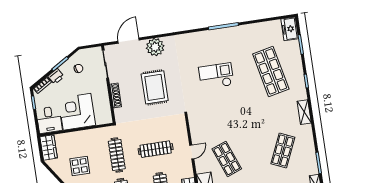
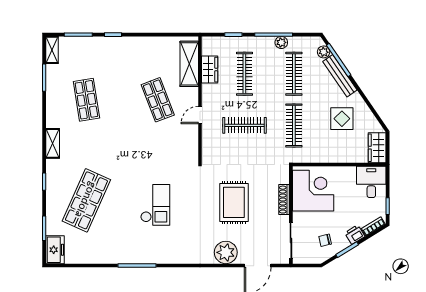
shop shelf: (271, 71) -> (86, 200), turned 36
checkout: (216, 76) -> (155, 205), turned -90
corner desk: (77, 112) -> (313, 191), moved, turned -90
shop shelf: (283, 150) -> (86, 100), turned -33

